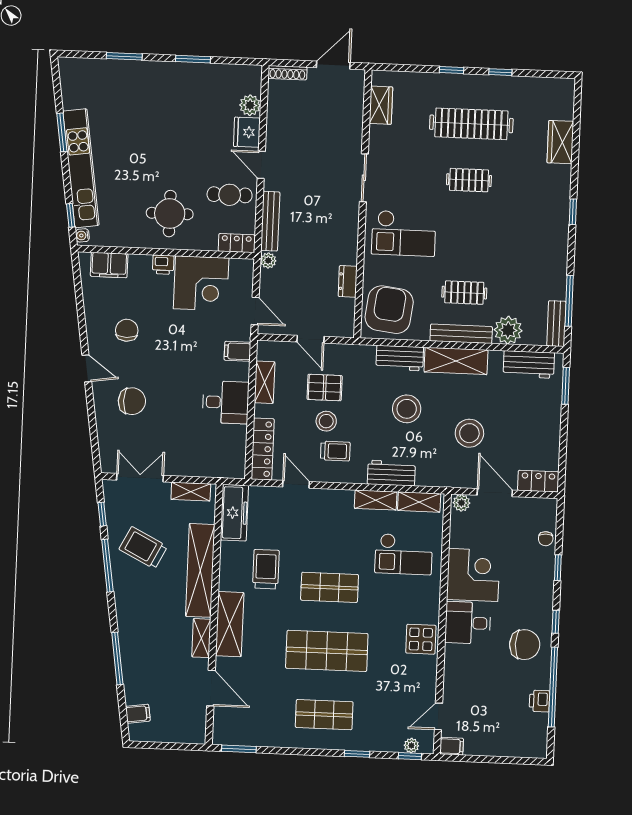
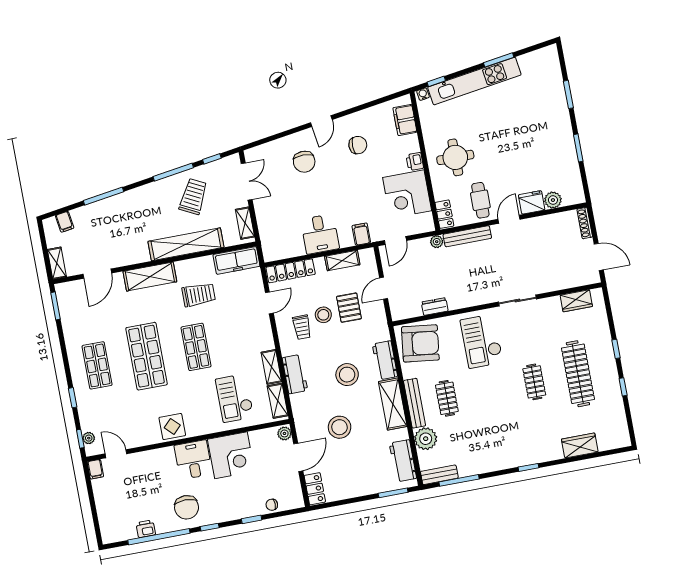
shelving: (201, 638) -> (57, 263), moved, turned 90

